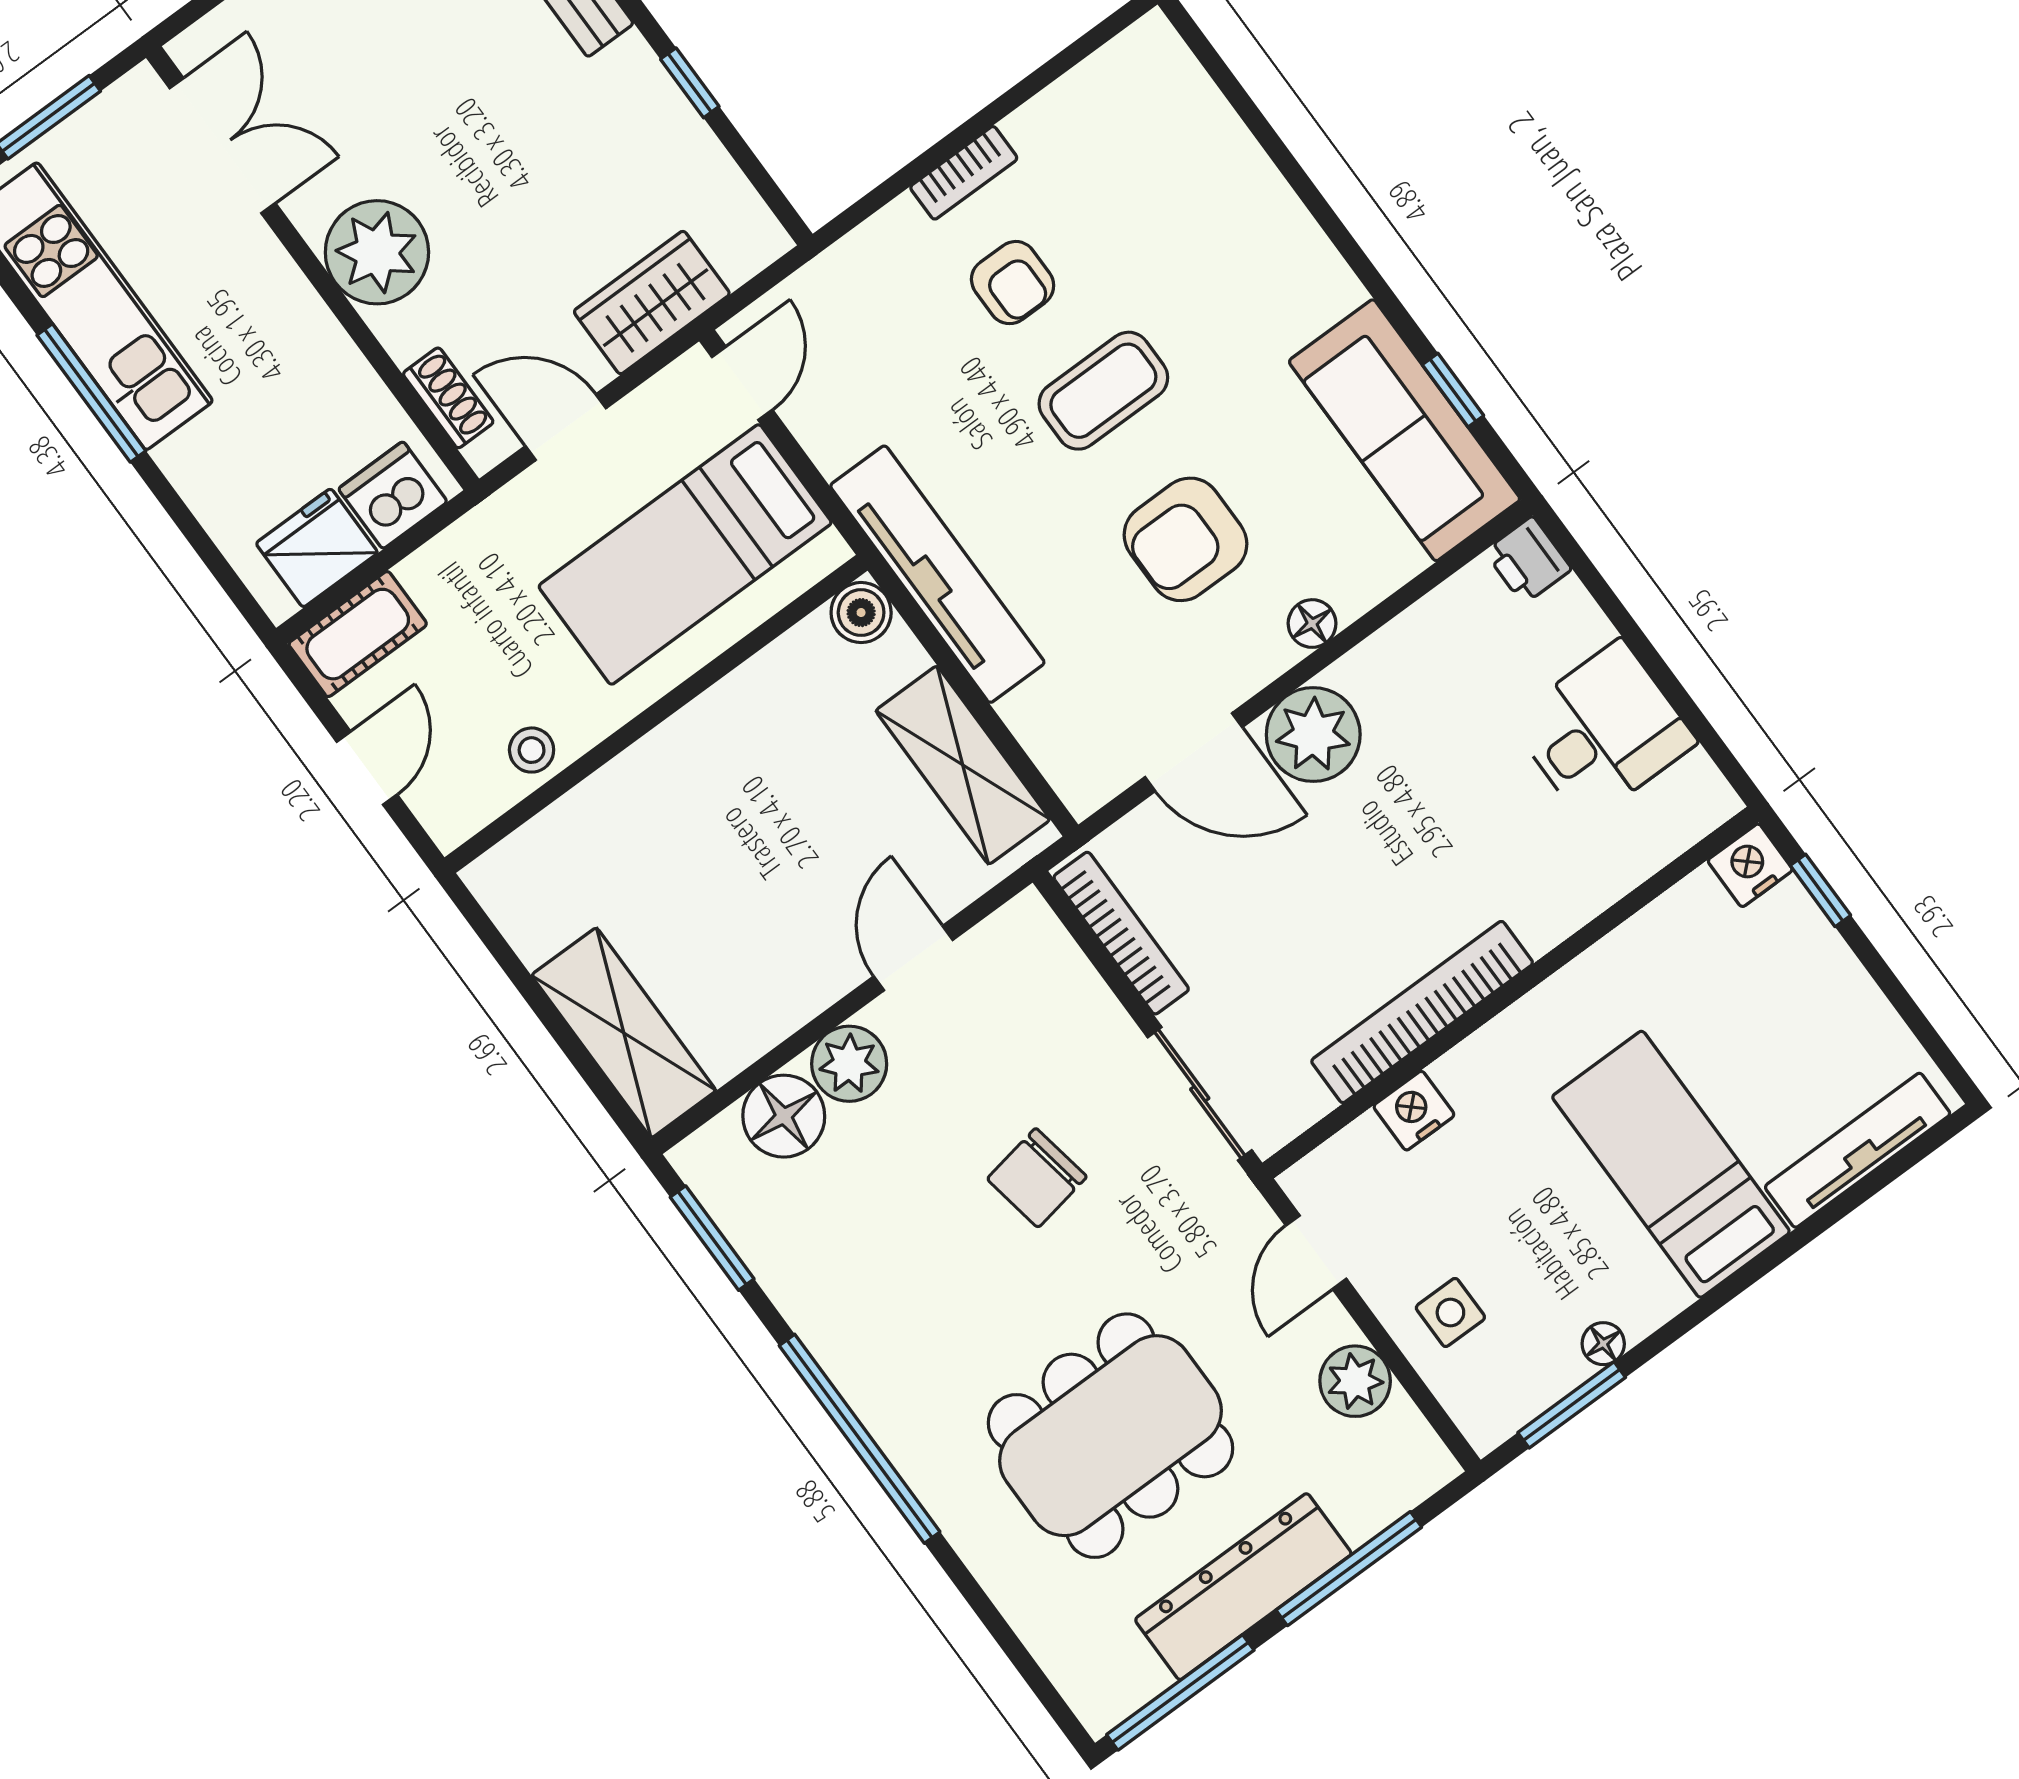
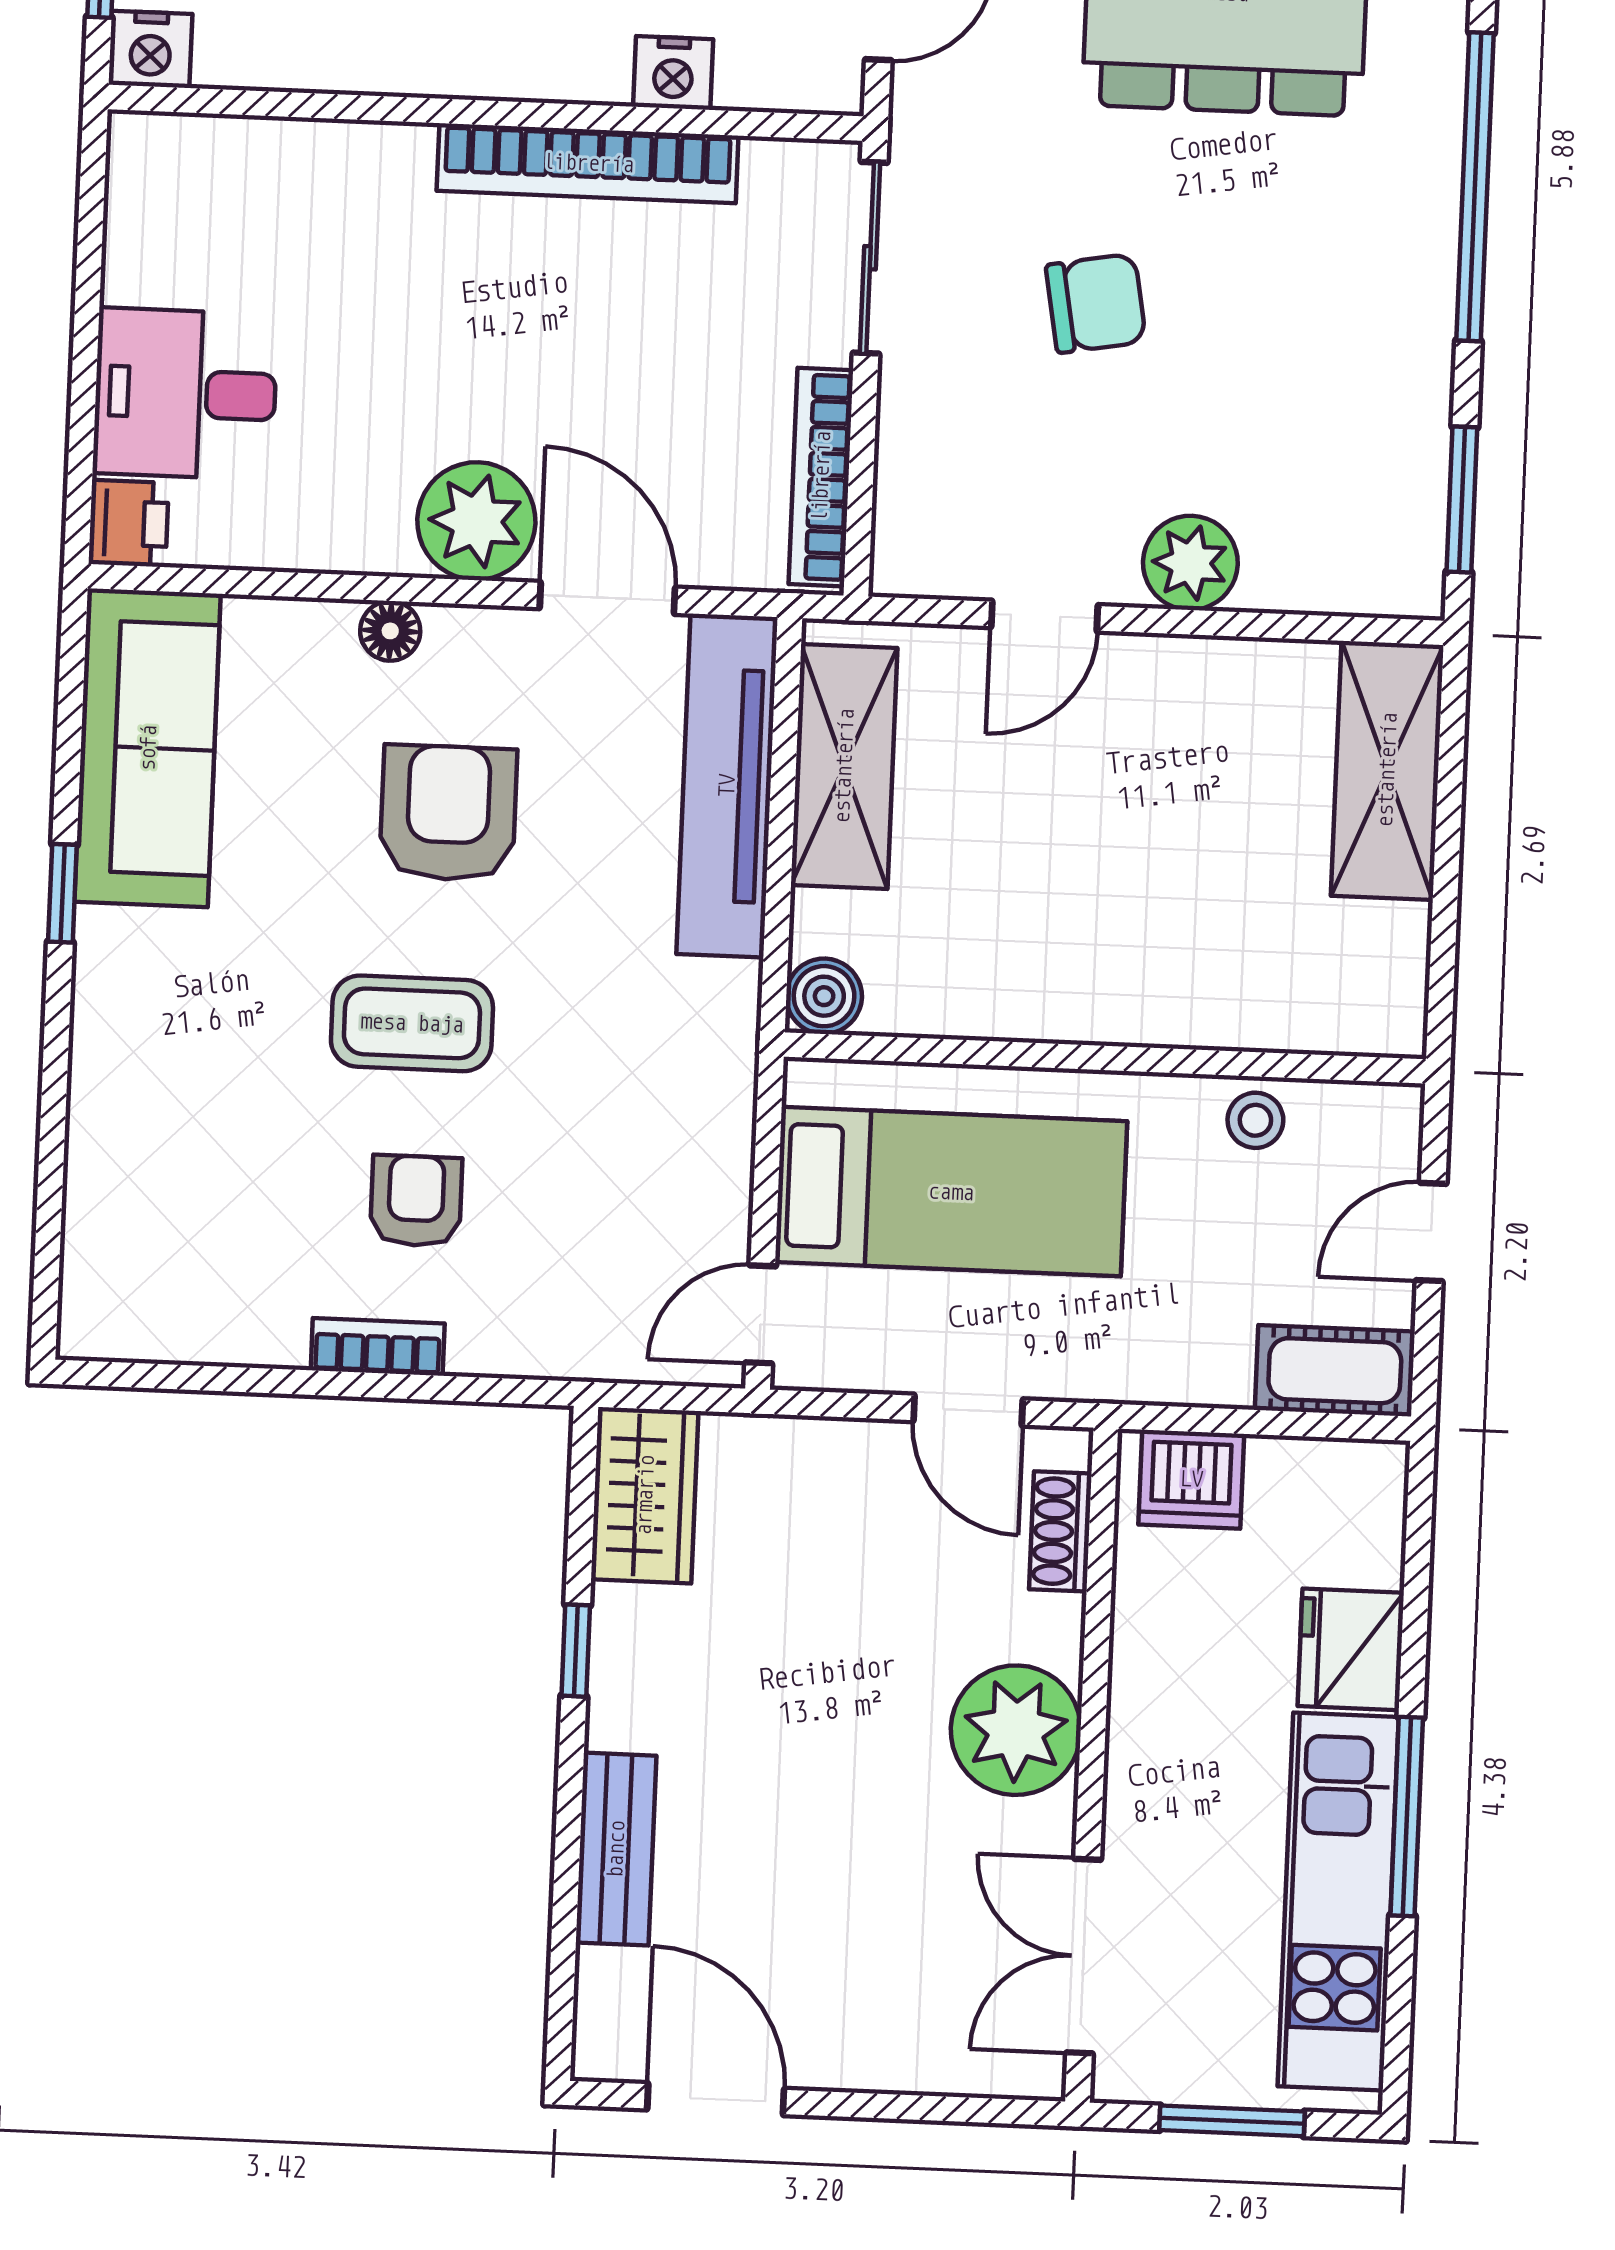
wardrobe: (652, 303) -> (645, 1495), moved, turned -90
window: (1453, 390) -> (62, 893), moved
armchair: (1185, 539) -> (448, 813), turned -90
fridge: (317, 548) -> (1351, 1649), moved, turned 90
tv unit: (937, 574) -> (727, 786), moved
desk: (1603, 731) -> (185, 394), moved
floor lamp: (784, 1116) -> (1296, 563), removed

